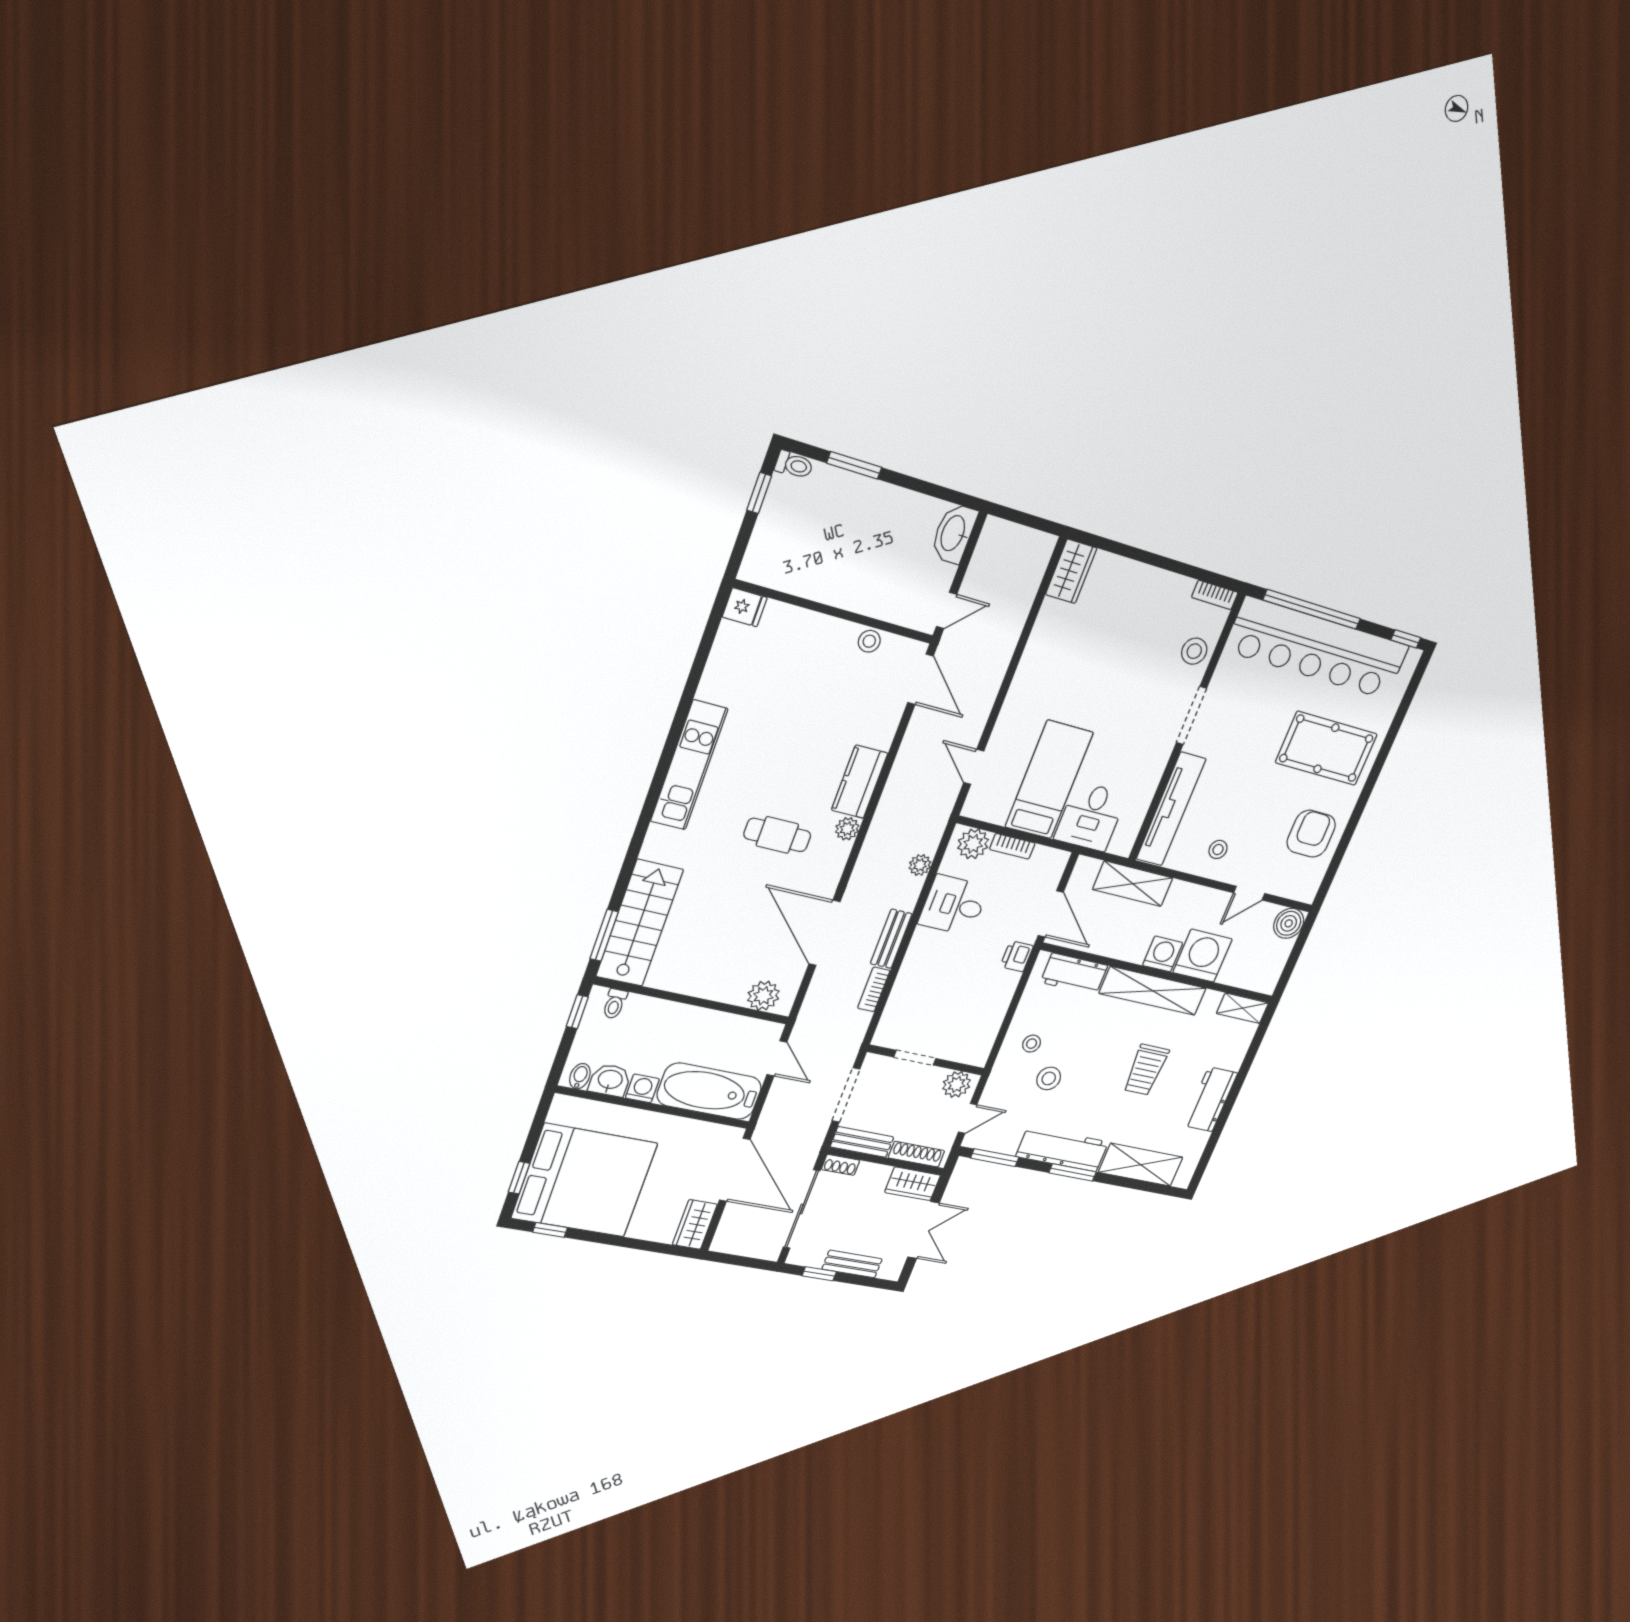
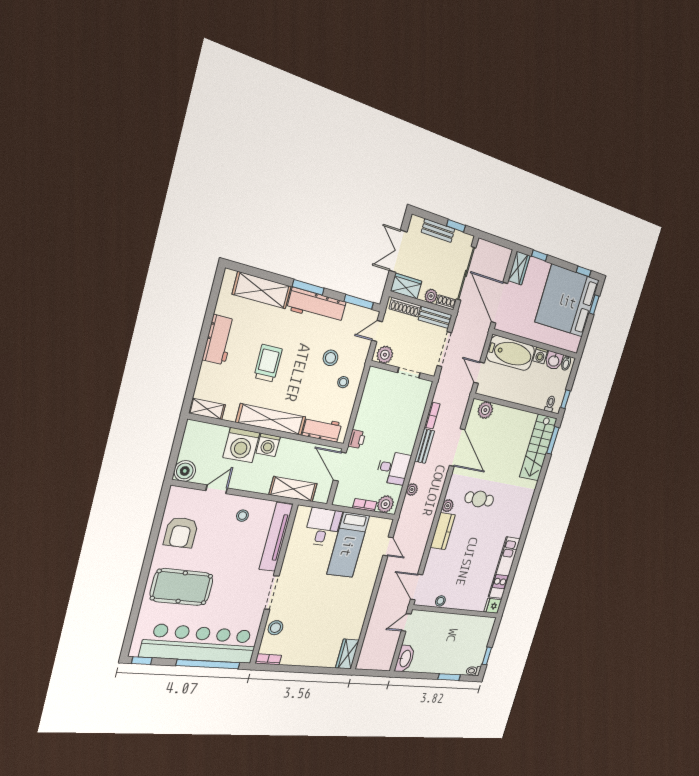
kitchen unit: (689, 765) -> (504, 568), moved
plant: (869, 1173) -> (431, 296), added
window: (652, 1246) -> (539, 256), added

